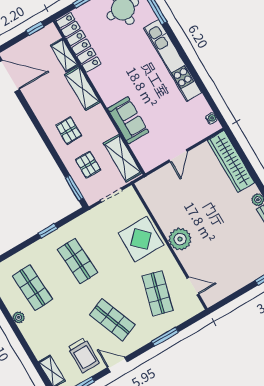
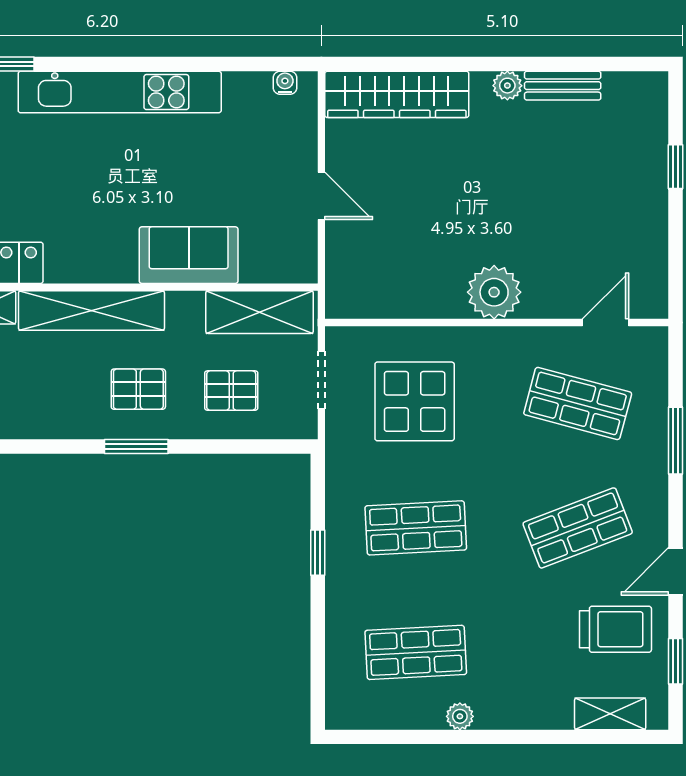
shelving: (82, 88) -> (91, 311), width x1.47
window: (74, 188) -> (136, 446), moved
display table: (141, 239) -> (415, 401), moved

